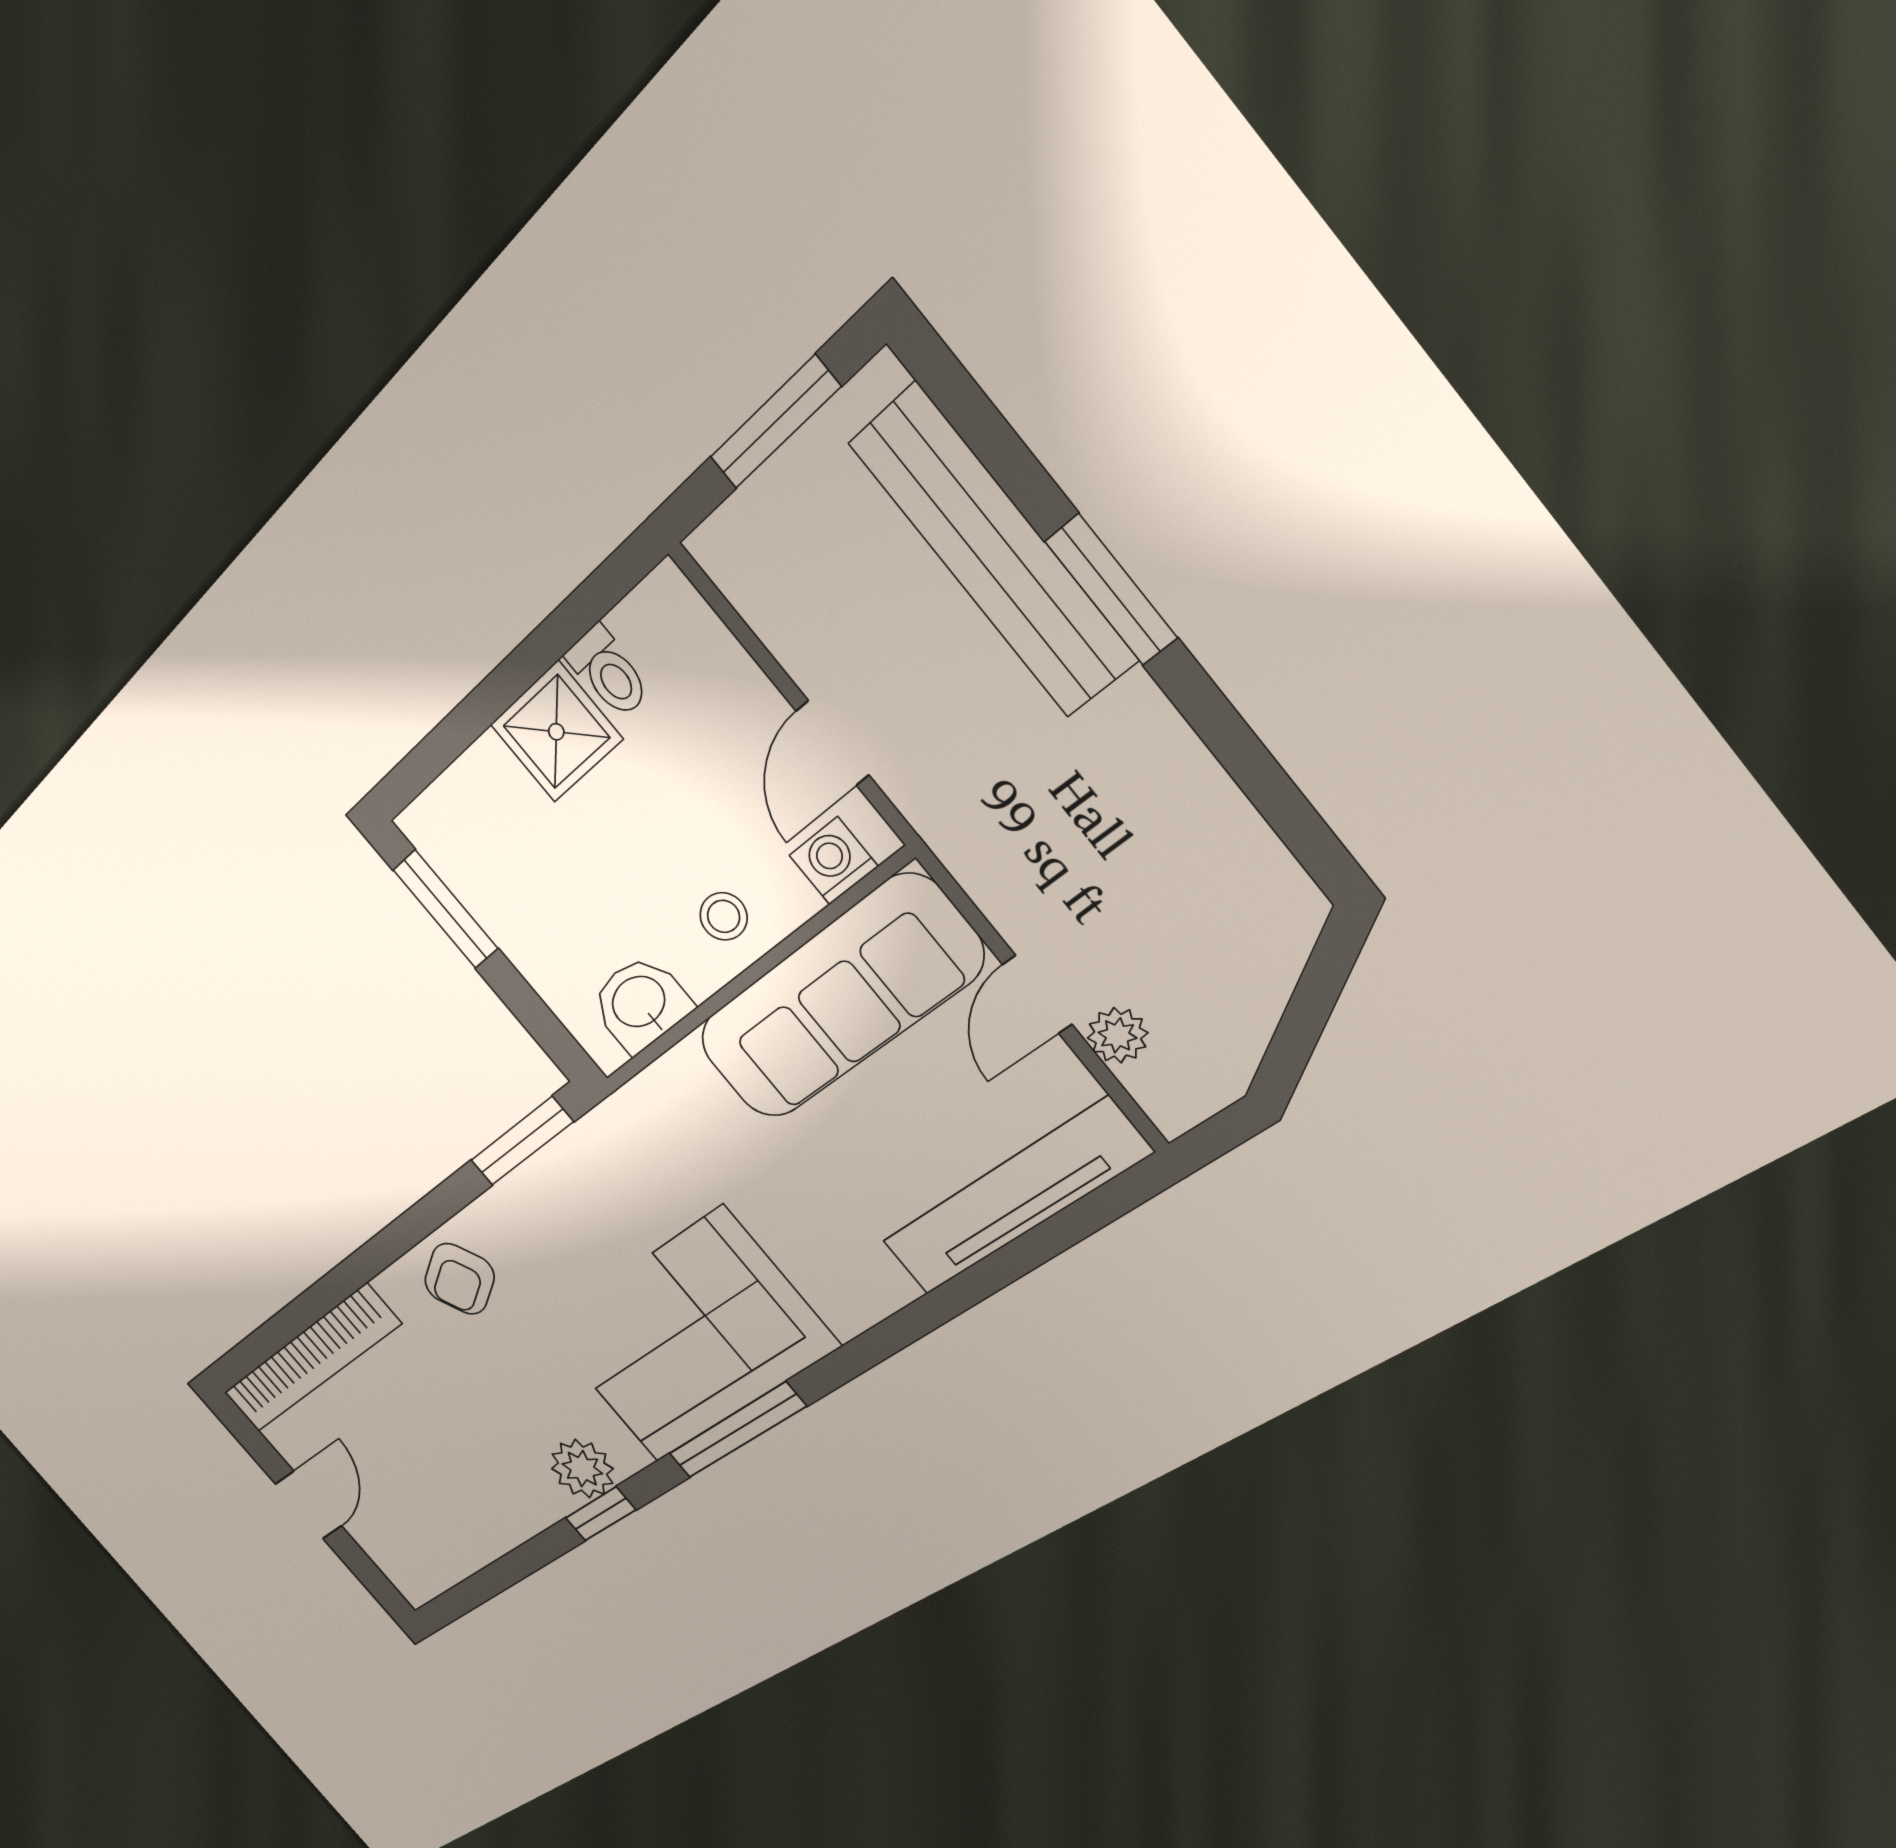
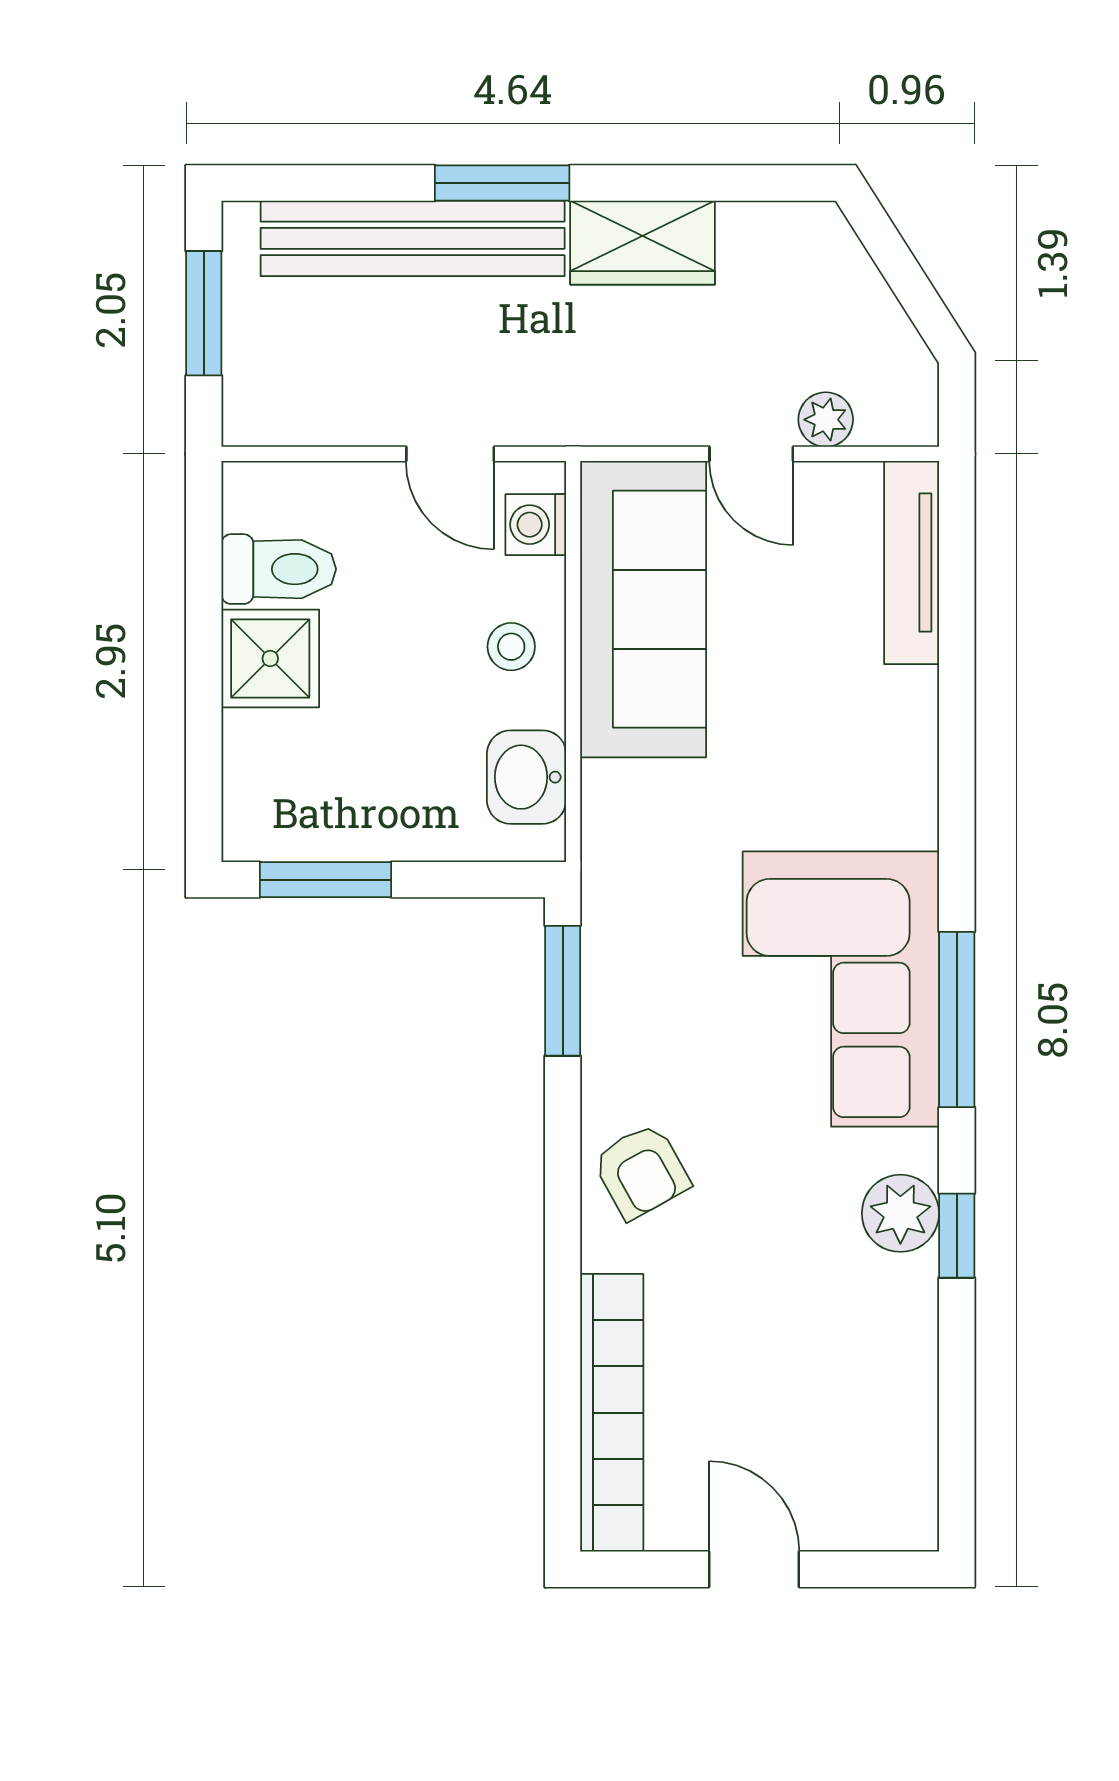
toilet: (608, 672) -> (279, 569), width x1.37, depth x1.39
wardrobe: (1155, 762) -> (643, 243), added
tv unit: (1015, 1198) -> (912, 563), width x0.73, depth x0.78

